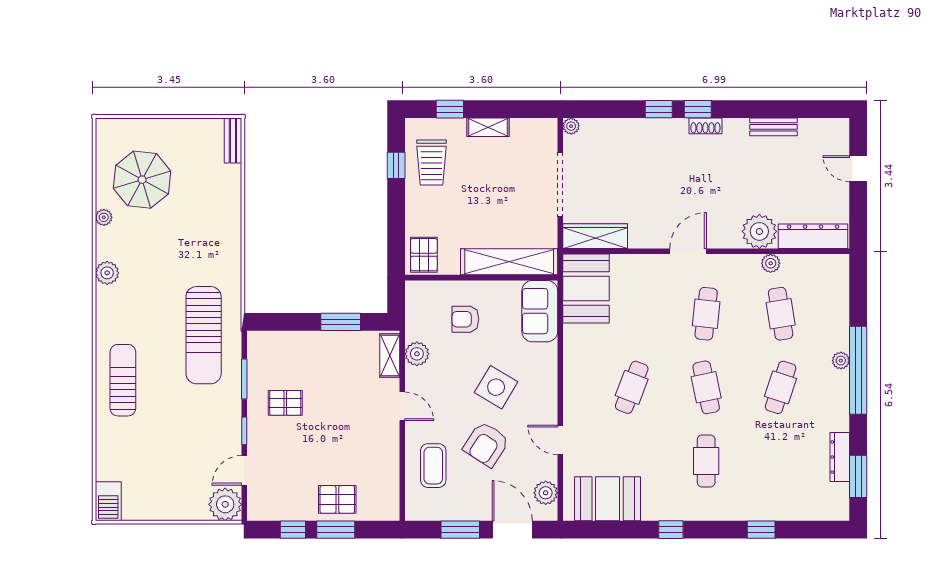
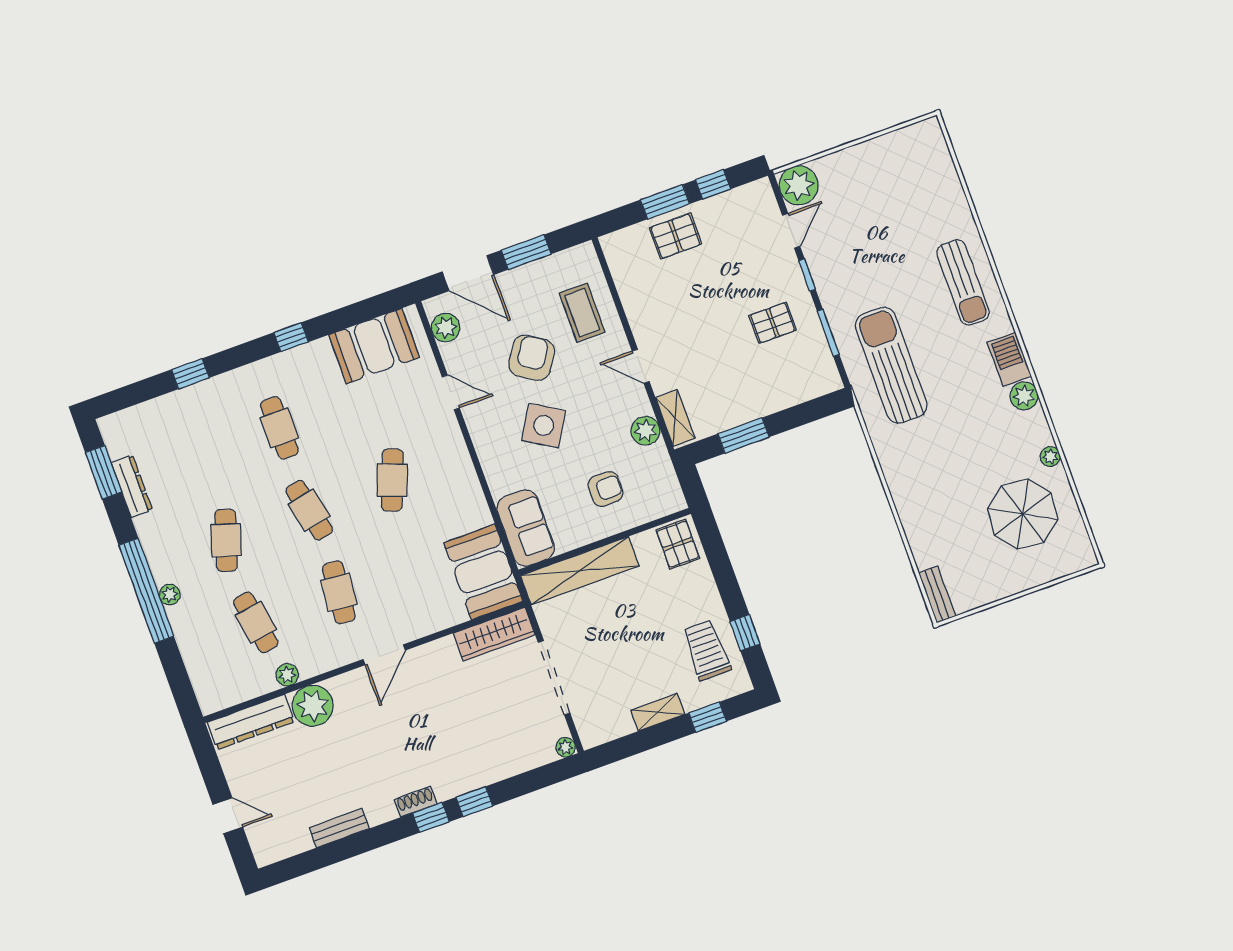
barbecue: (108, 501) -> (1009, 359), moved

